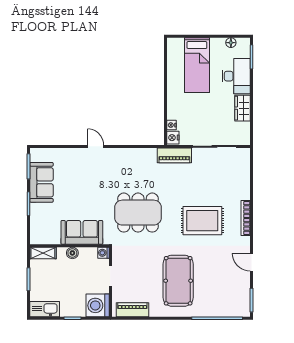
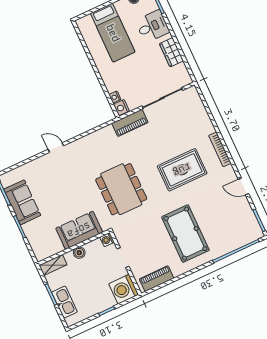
desk: (236, 76) -> (152, 26), width x0.73
dining table: (138, 213) -> (121, 189), turned 90
kitchen sink: (45, 309) -> (64, 302), moved, turned 90

